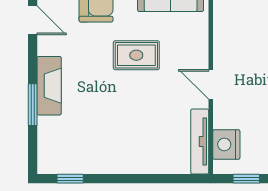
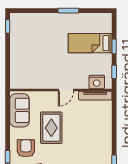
rug: (136, 55) -> (51, 128), width x1.36, depth x1.43

